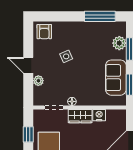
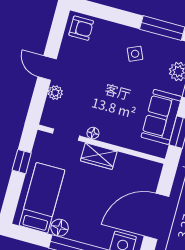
armchair: (44, 32) -> (81, 28), turned -90
side table: (66, 56) -> (135, 54), moved
nightstand: (99, 115) -> (125, 162), removed

